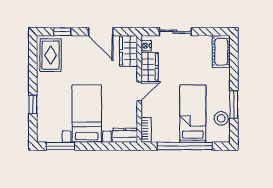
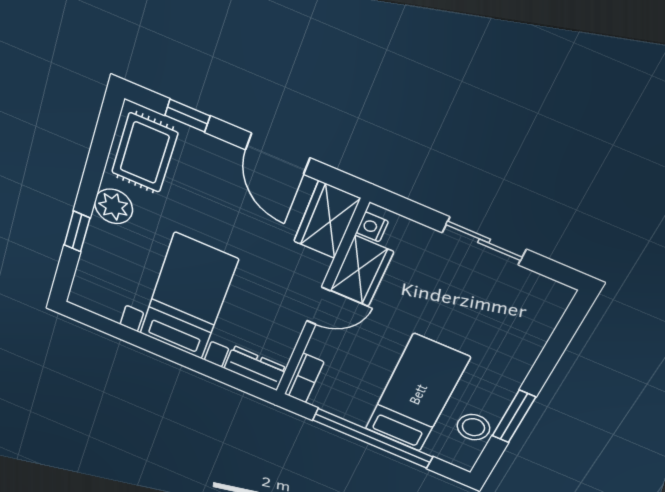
sliding door: (175, 32) -> (484, 241), moved
cot: (221, 52) -> (540, 312), removed
plant: (45, 85) -> (114, 206), added
window: (60, 146) -> (114, 329), removed

